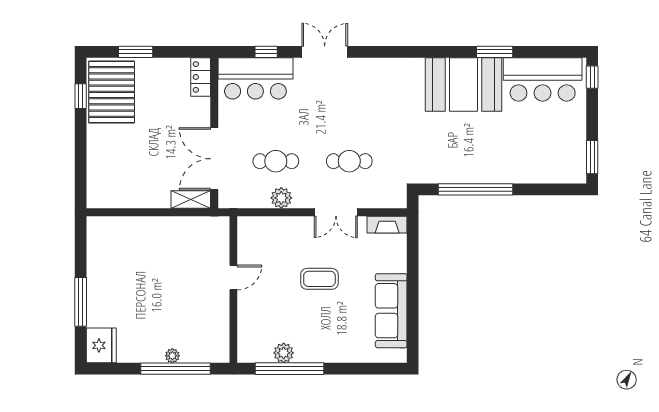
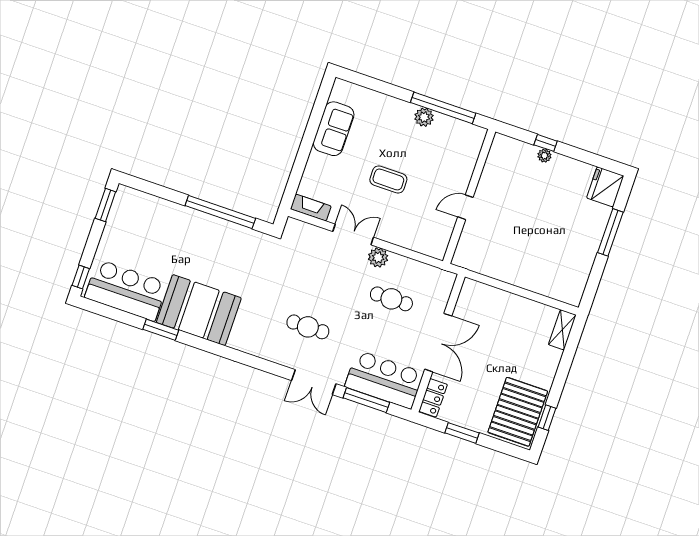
window: (136, 52) -> (462, 433), moved
window: (266, 52) -> (366, 400), width x2.17
double door: (214, 159) -> (438, 343), moved
cafe table: (349, 161) -> (308, 327), moved
plant: (281, 198) -> (378, 257), moved
shelving: (191, 200) -> (562, 330), moved, turned 90
sofa: (391, 311) -> (334, 129), width x0.73
plant: (284, 353) -> (424, 117), moved
window: (176, 369) -> (546, 143), width x0.32

